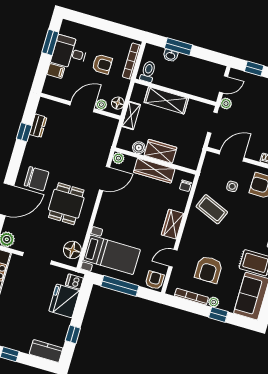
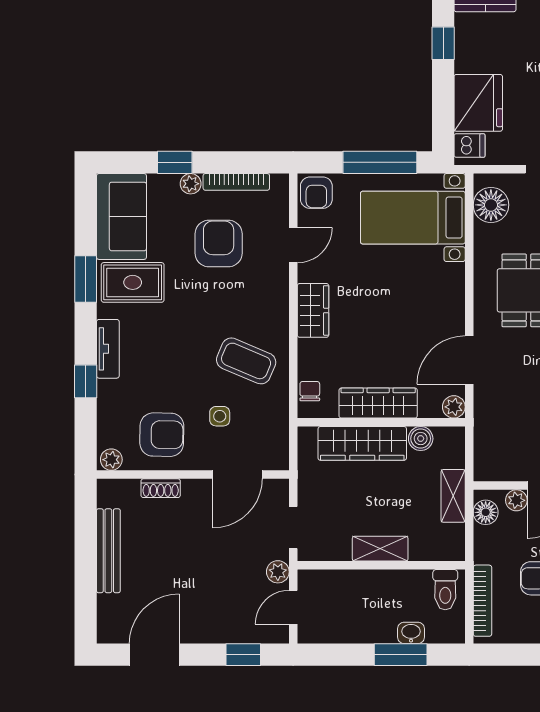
shelving: (166, 100) -> (380, 549), width x0.67, depth x0.75
wardrobe: (160, 151) -> (362, 443), width x1.50

